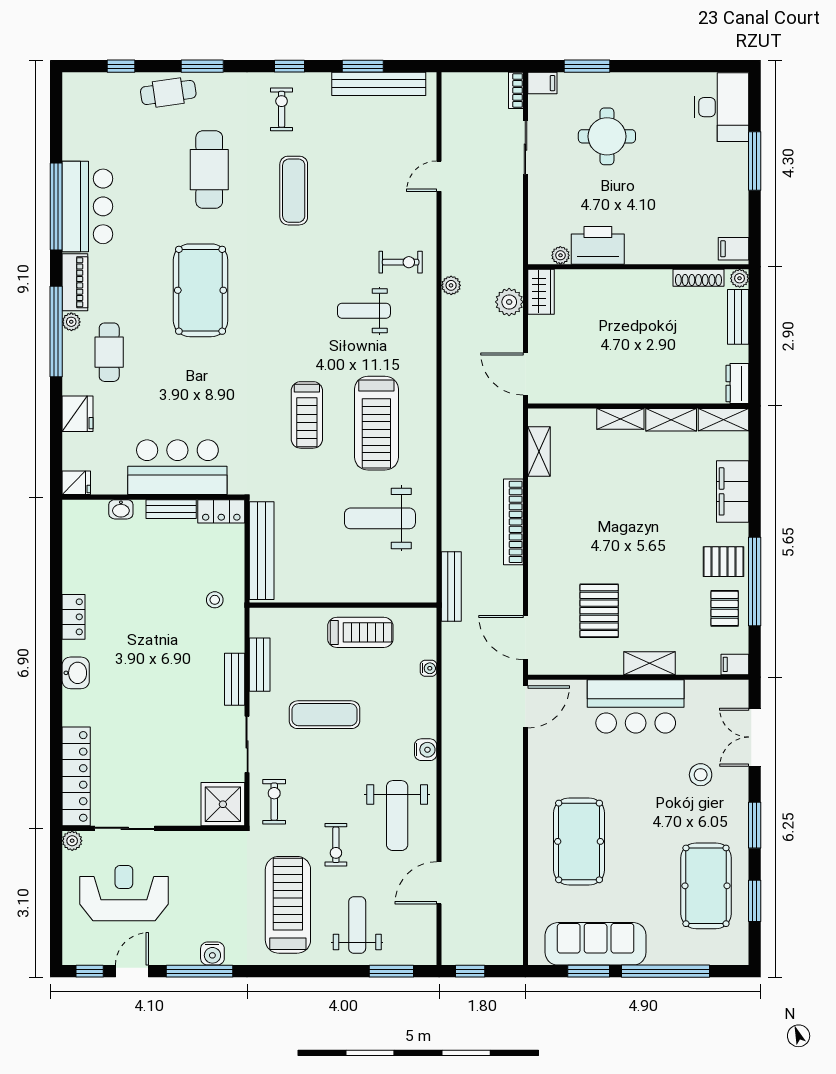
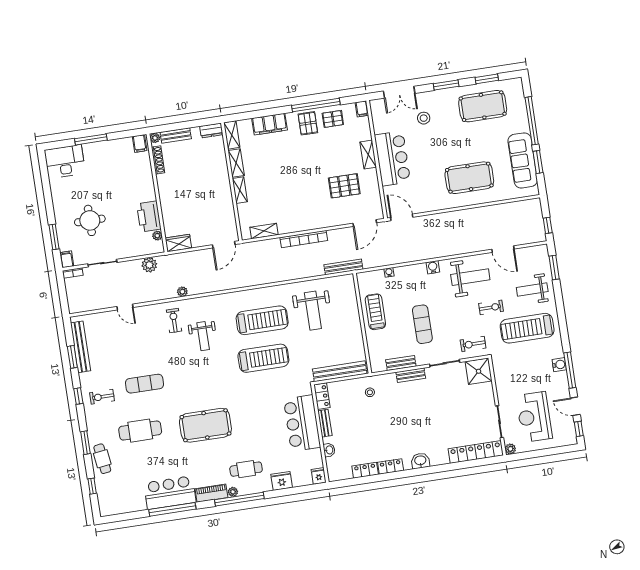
plant: (509, 302) -> (149, 265), moved
treadmill: (307, 415) -> (263, 358), width x1.37, depth x1.38
locker: (74, 569) -> (365, 470), added

